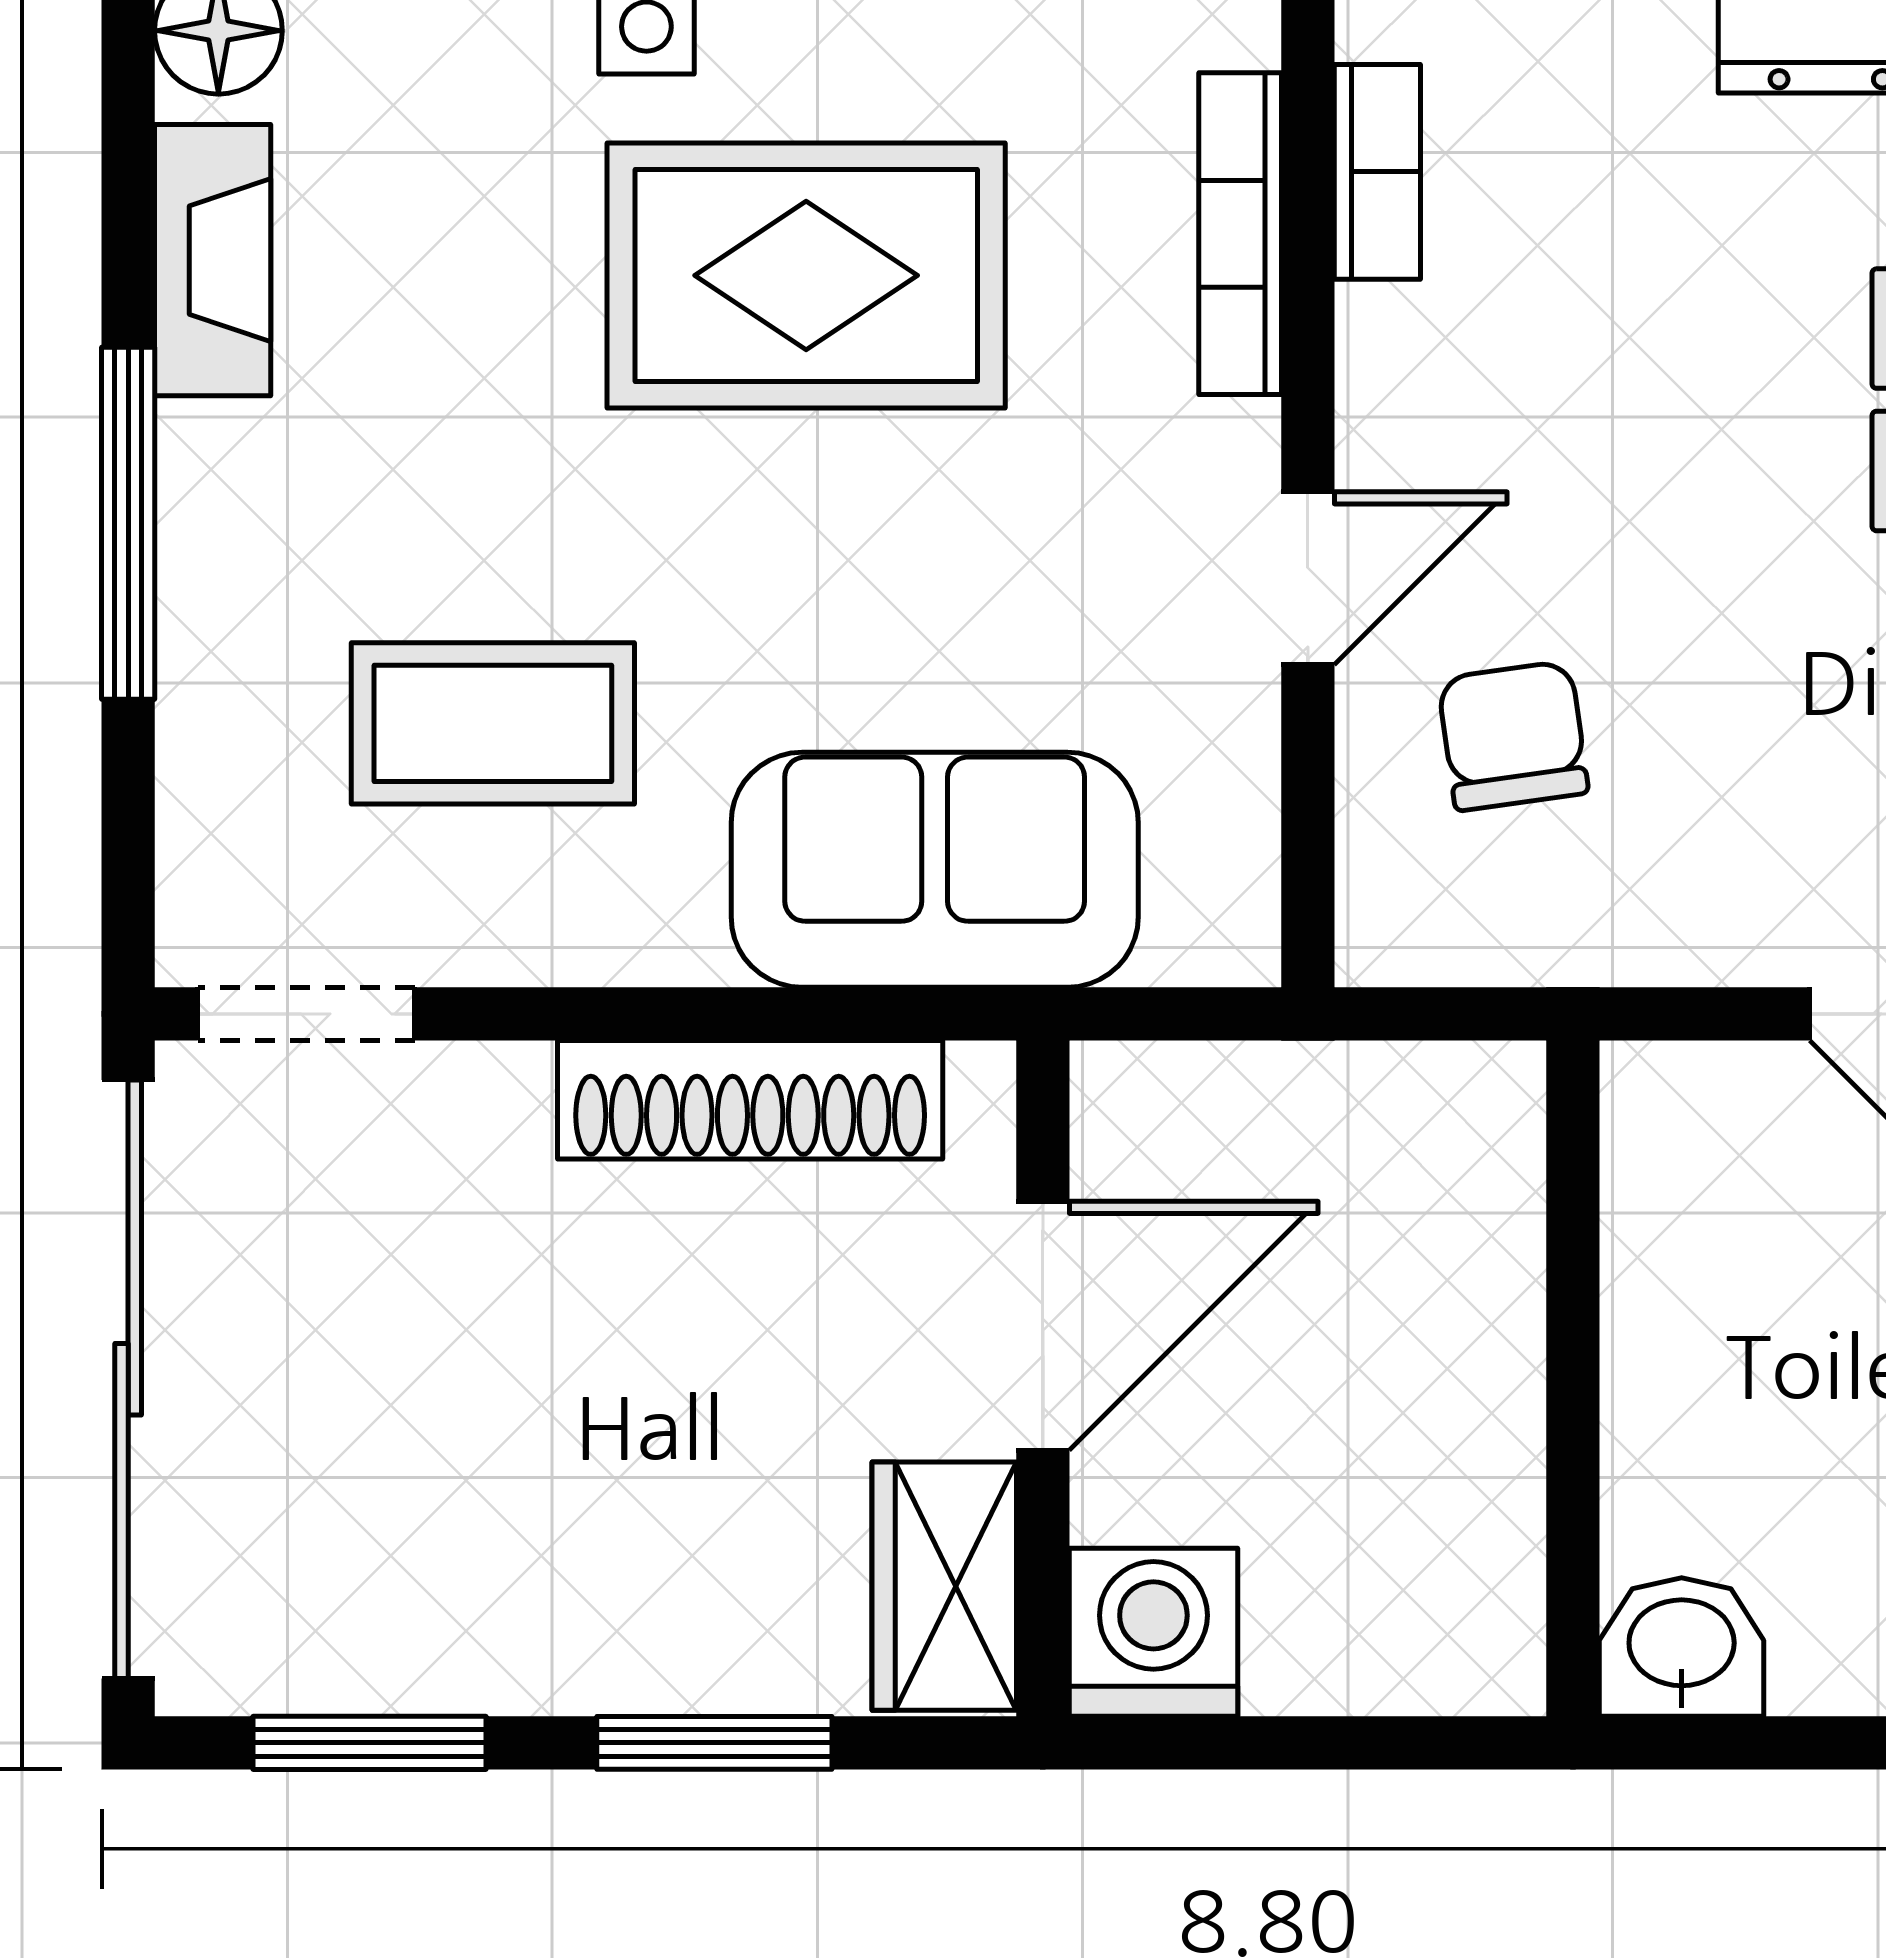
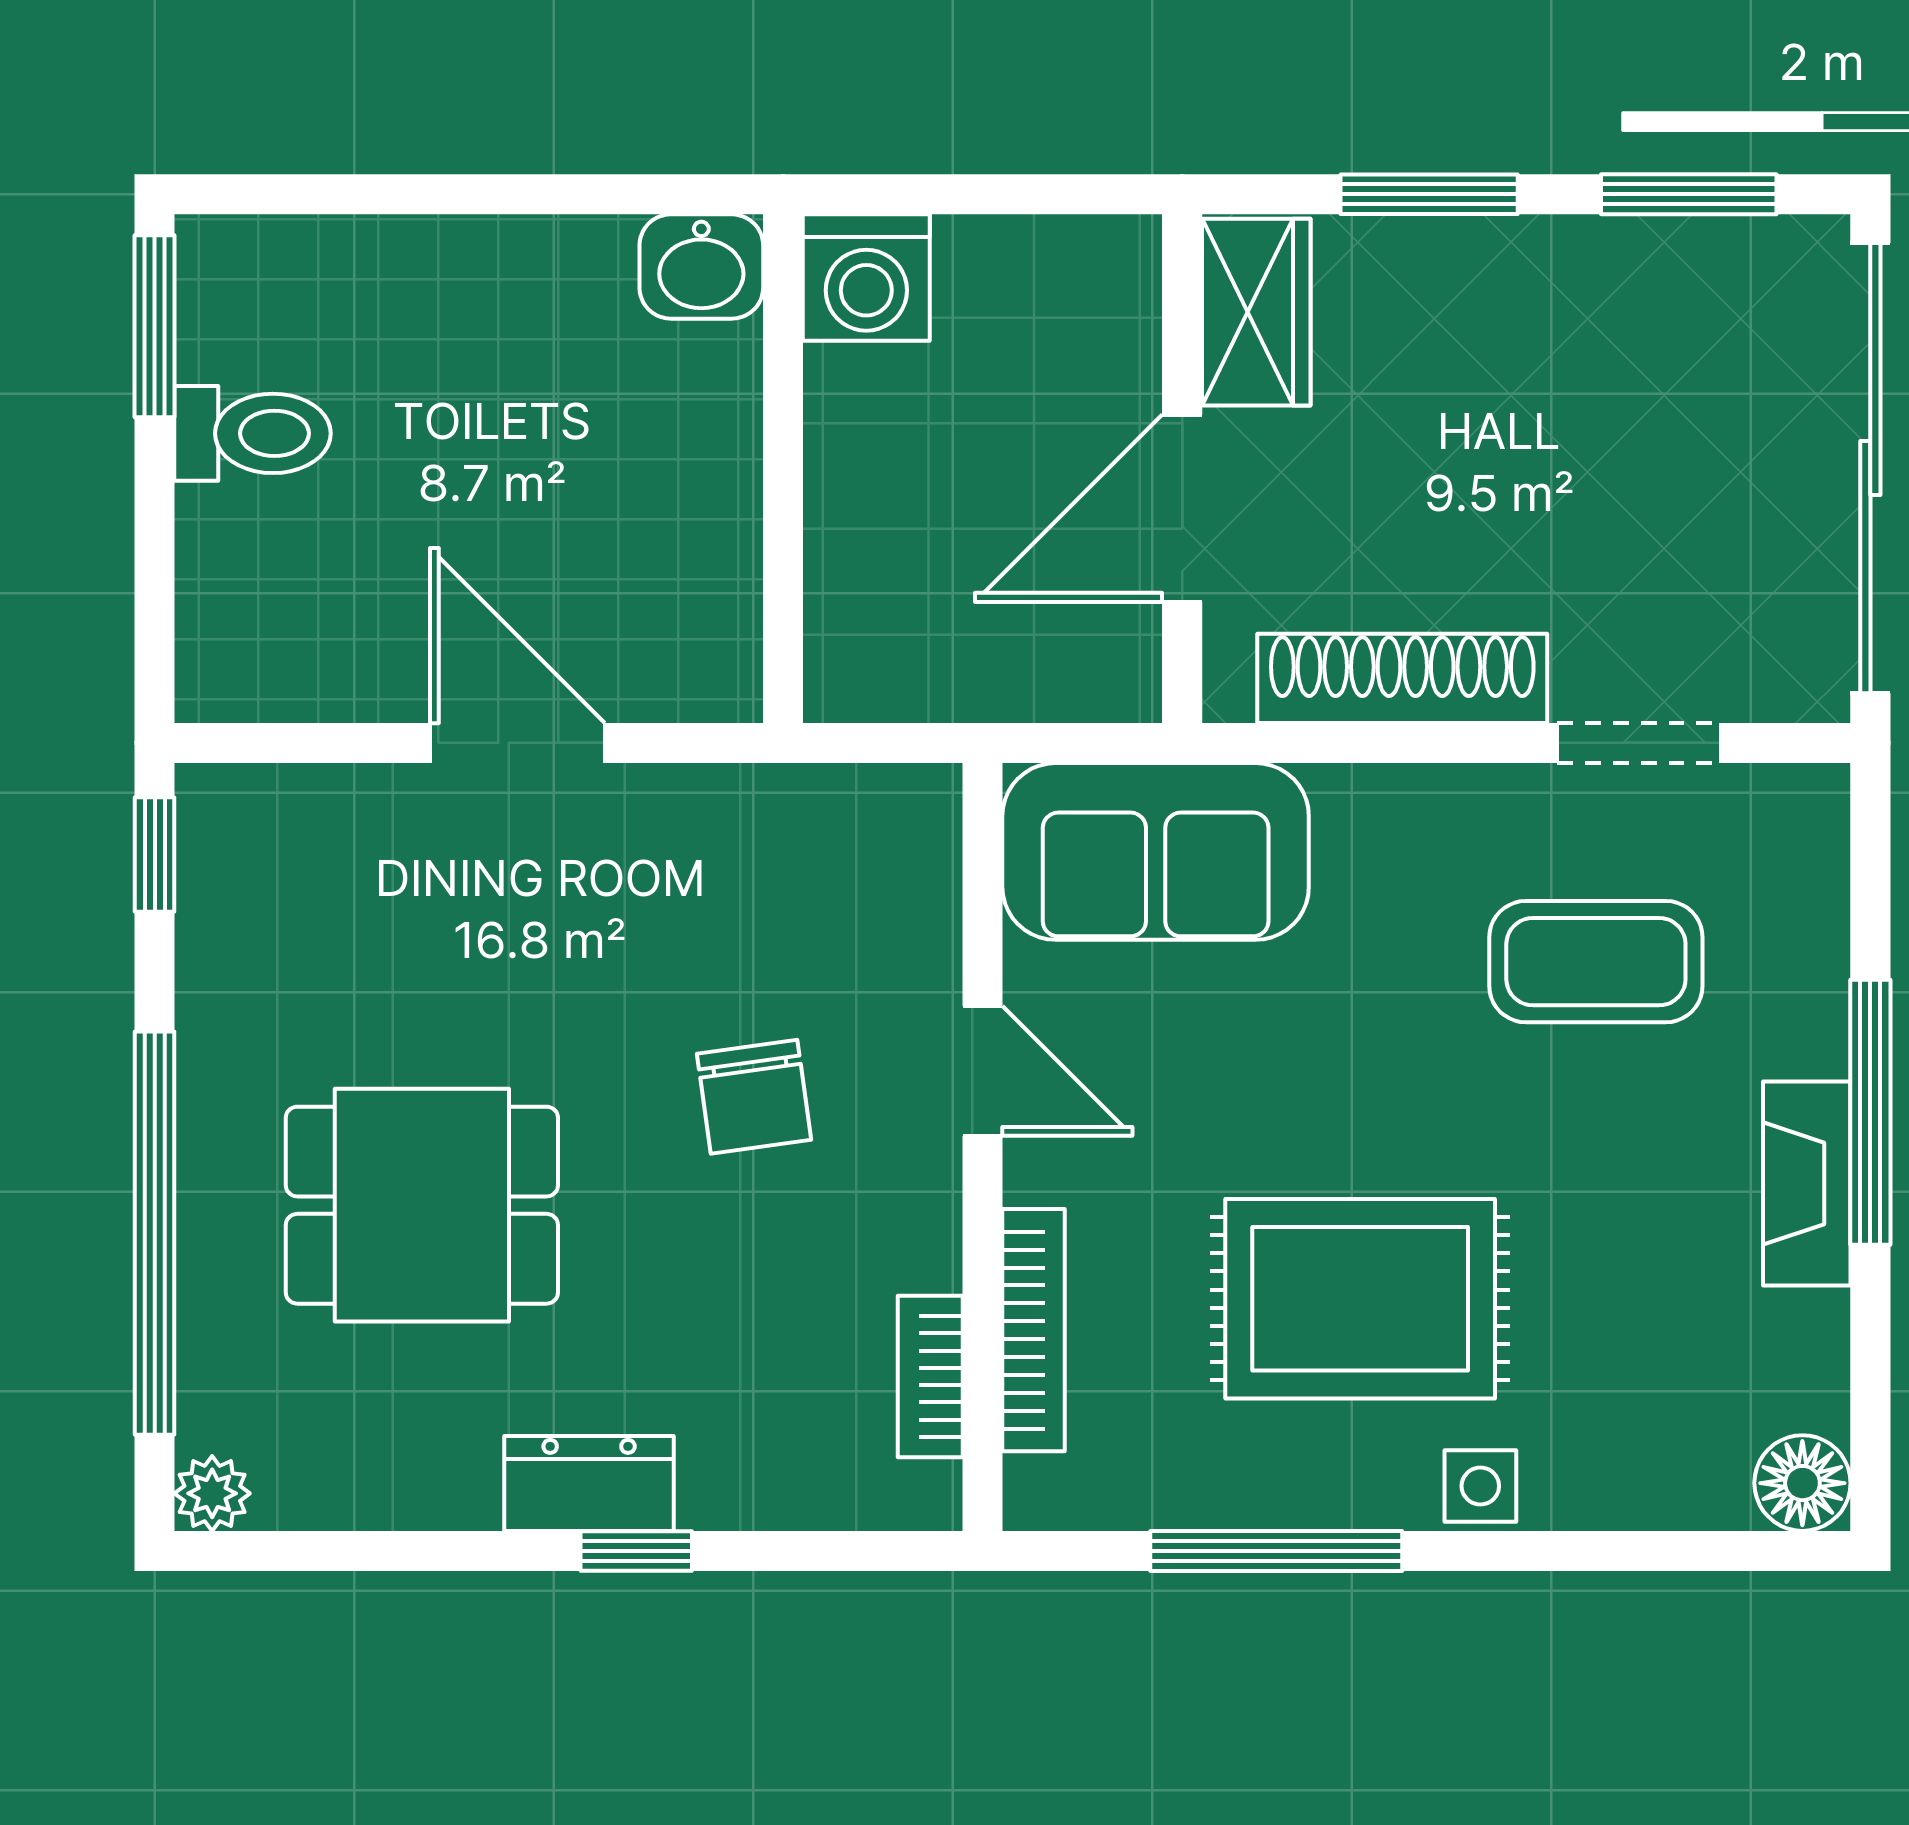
fireplace: (213, 260) -> (1807, 1183), moved
door: (1308, 578) -> (983, 1071), swing flipped
chair: (1513, 736) -> (754, 1097), moved
sofa: (935, 870) -> (1156, 851), moved
doorway: (306, 1014) -> (1639, 743), moved
washing machine: (1153, 1632) -> (866, 278), moved

